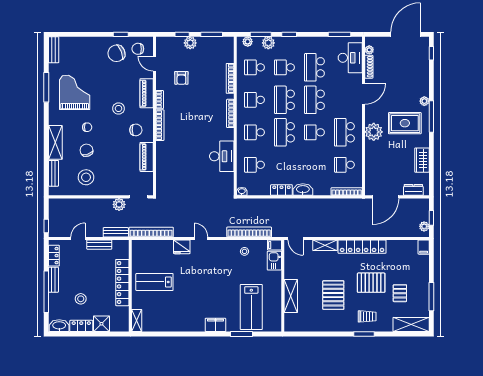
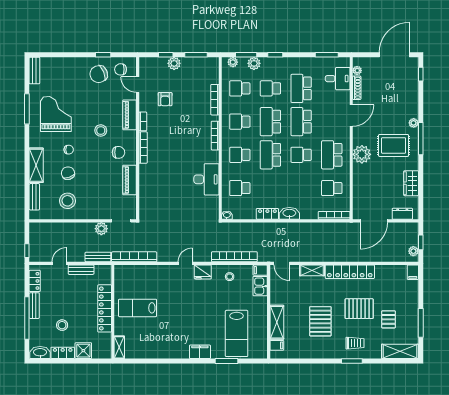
desk: (350, 58) -> (338, 79), width x0.73
door: (201, 238) -> (185, 263), hinge flipped
fridge: (182, 247) -> (203, 272), moved
filing cabinet: (291, 319) -> (277, 345), added

